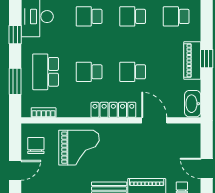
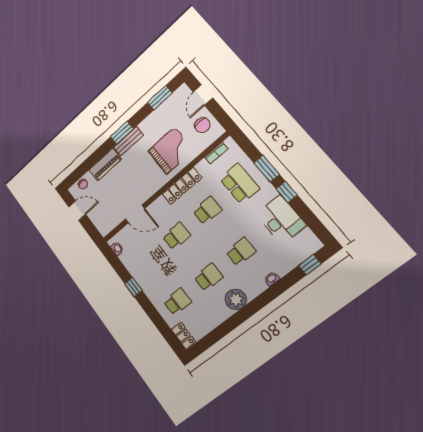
piano: (192, 61) -> (142, 278), removed
window: (15, 81) -> (267, 169), moved
washbasin: (193, 104) -> (117, 249), width x0.52, depth x0.69
locker: (113, 110) -> (182, 186), moved
grand piano: (79, 148) -> (171, 151), turned 180

